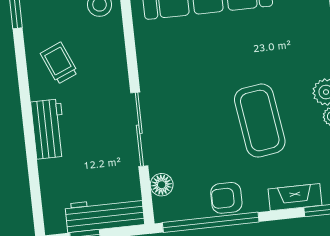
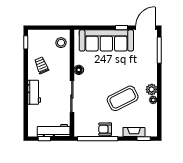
coffee table: (260, 121) -> (123, 98), turned 71
floor lamp: (162, 185) -> (79, 70), moved

